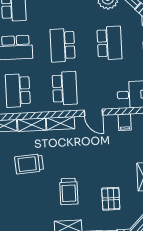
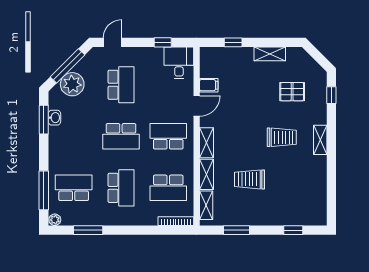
school desk: (109, 43) -> (121, 85), turned 90
filing cabinet: (125, 122) -> (209, 85), moved
trolley: (29, 164) -> (249, 179), turned 94

